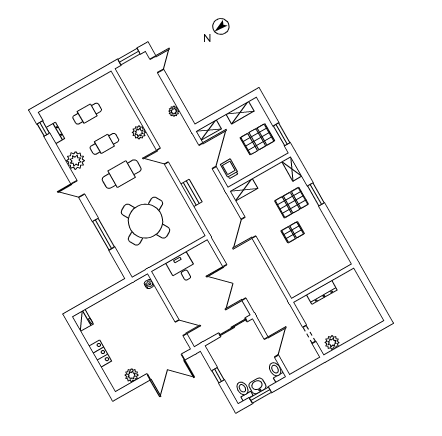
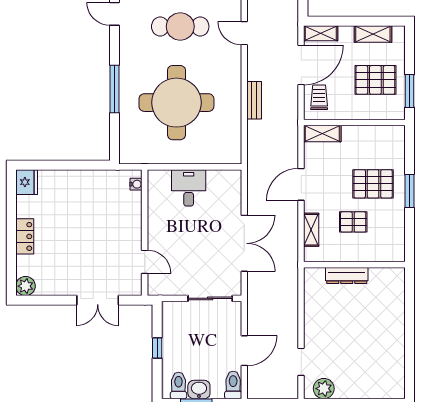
shelving: (292, 169) -> (311, 230), moved
round table: (145, 221) -> (176, 103), turned 30
double door: (234, 282) -> (244, 243), swing flipped
wall: (323, 283) -> (354, 265), moved
dresser: (322, 292) -> (347, 276), moved
double door: (166, 367) -> (98, 300), width x0.73
plant: (132, 375) -> (26, 286), moved

